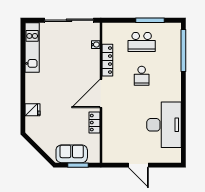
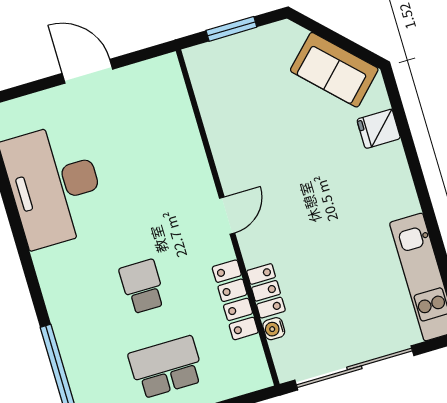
door: (101, 93) -> (227, 216), width x0.53
locker: (94, 123) -> (266, 291), moved
sofa: (72, 154) -> (334, 70), moved, turned 45

